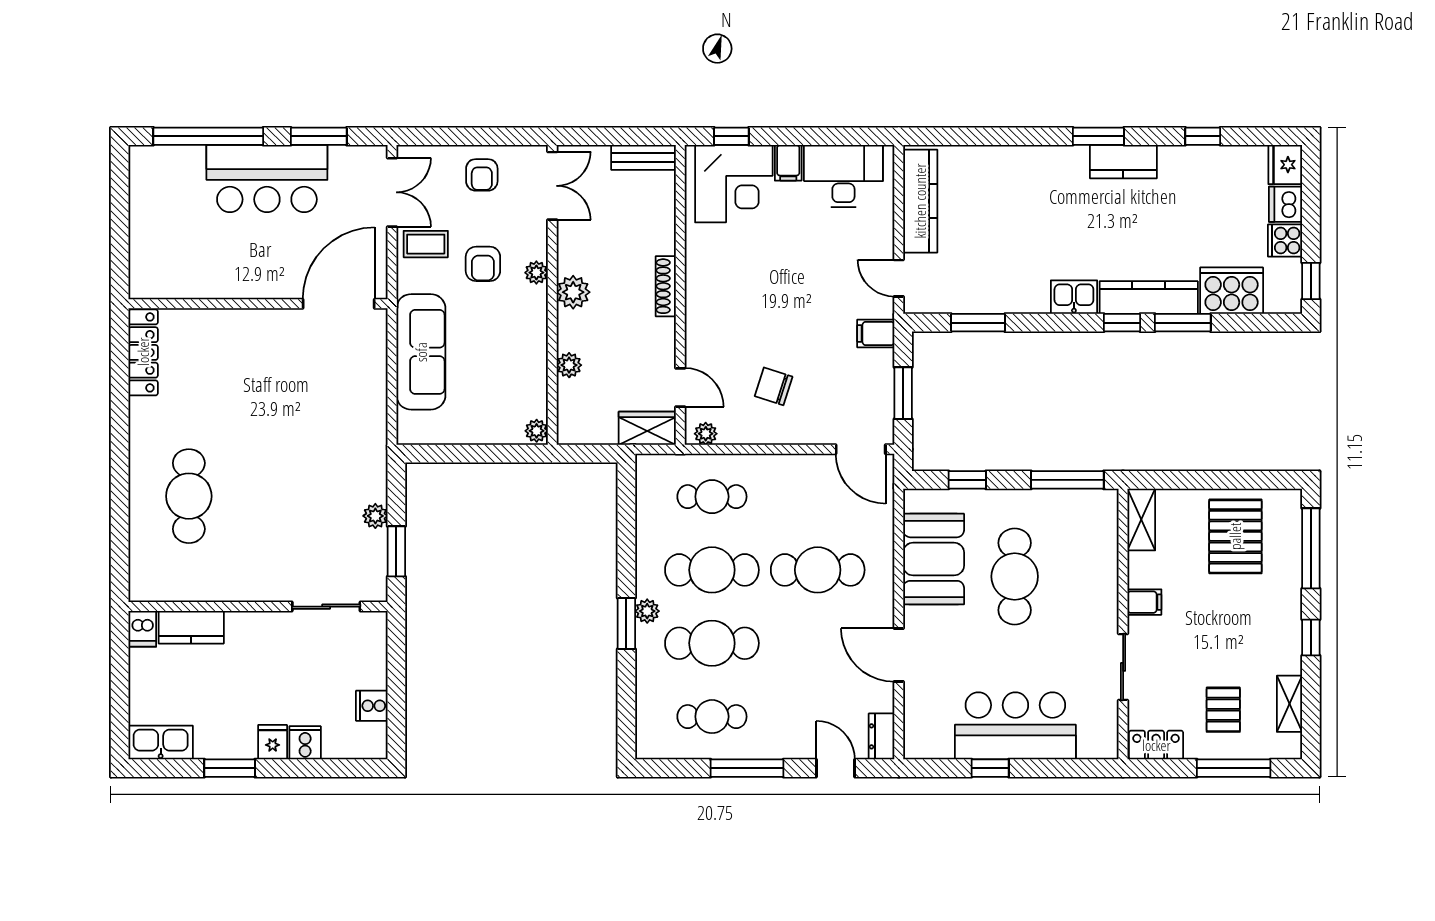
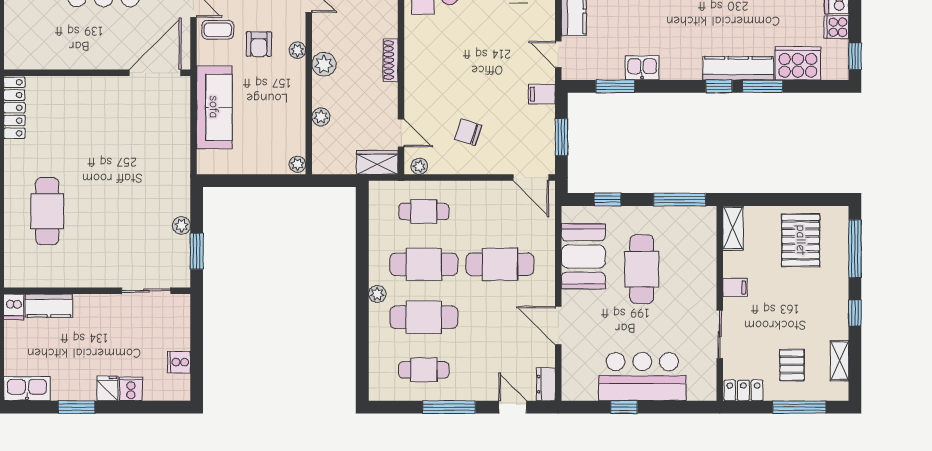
kitchen sink: (1074, 297) -> (642, 68), moved
window: (626, 624) -> (362, 303), removed

